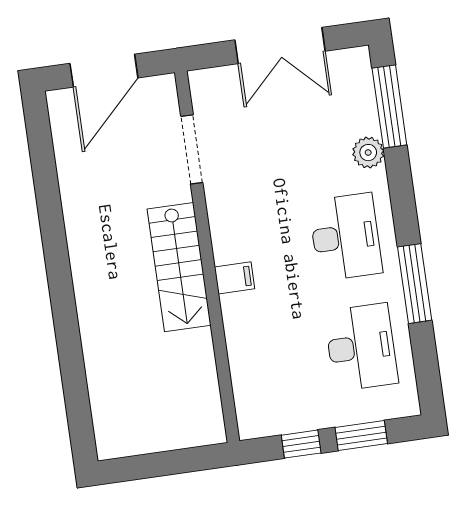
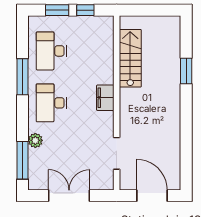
door: (104, 71) -> (152, 196), hinge flipped
stairs: (179, 267) -> (130, 58), moved
filing cabinet: (235, 278) -> (105, 98), width x2.00
window: (69, 345) -> (186, 71), added

